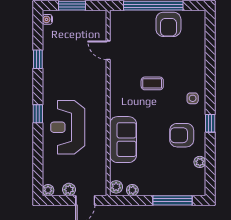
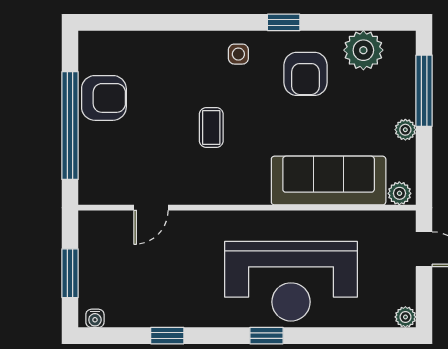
reception desk: (68, 127) -> (291, 281), width x1.36, depth x1.30
sofa: (123, 140) -> (329, 181), width x1.36
plant: (200, 162) -> (363, 50), width x1.88, depth x1.88
plant: (69, 190) -> (404, 279), removed
plant: (132, 190) -> (405, 130), moved

